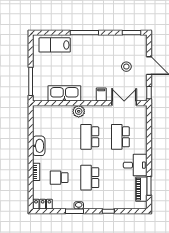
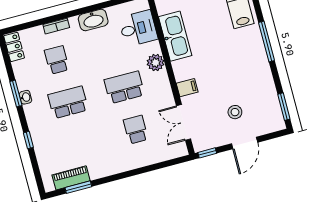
double door: (124, 103) -> (183, 122), swing flipped
school desk: (120, 137) -> (136, 130), width x0.54
desk: (135, 165) -> (138, 28), moved, turned -90

